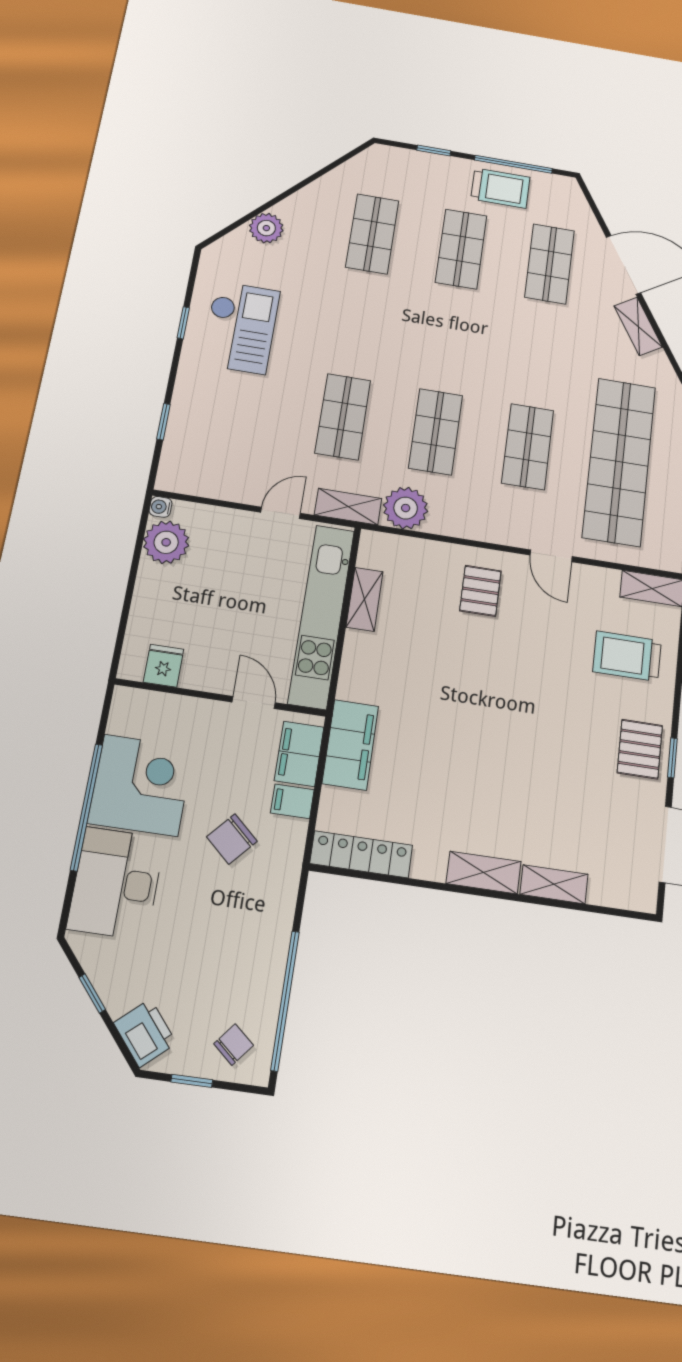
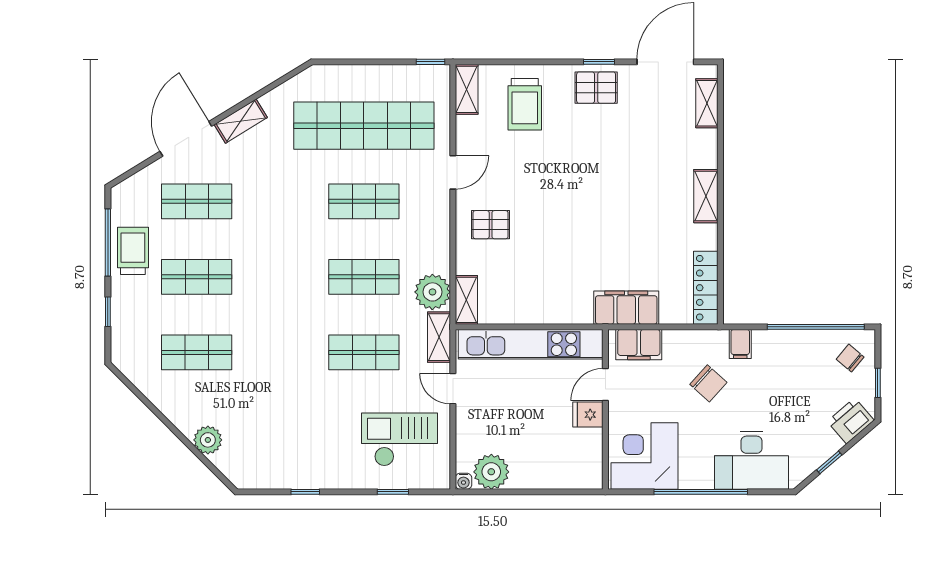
checkout: (241, 328) -> (399, 439), moved
shelving: (365, 599) -> (466, 300), moved, turned 90
fridge: (164, 666) -> (588, 415), moved
corner desk: (141, 785) -> (645, 456), moved
filing cabinet: (292, 801) -> (740, 344), moved
shelving: (554, 884) -> (707, 103), moved

